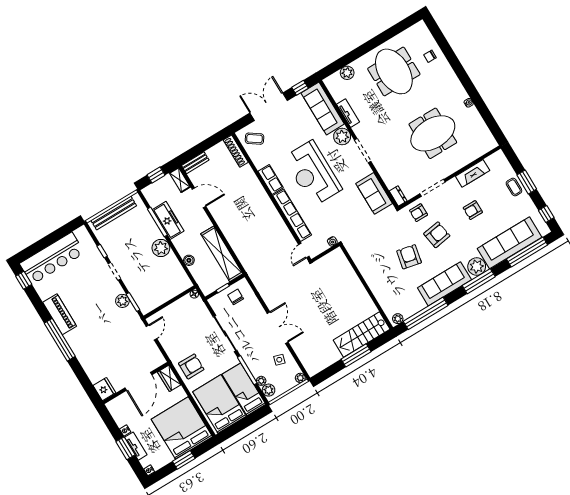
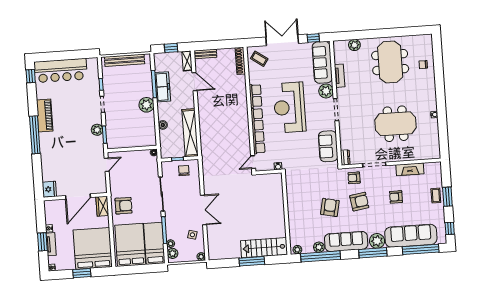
plant: (419, 304) -> (319, 247), added

